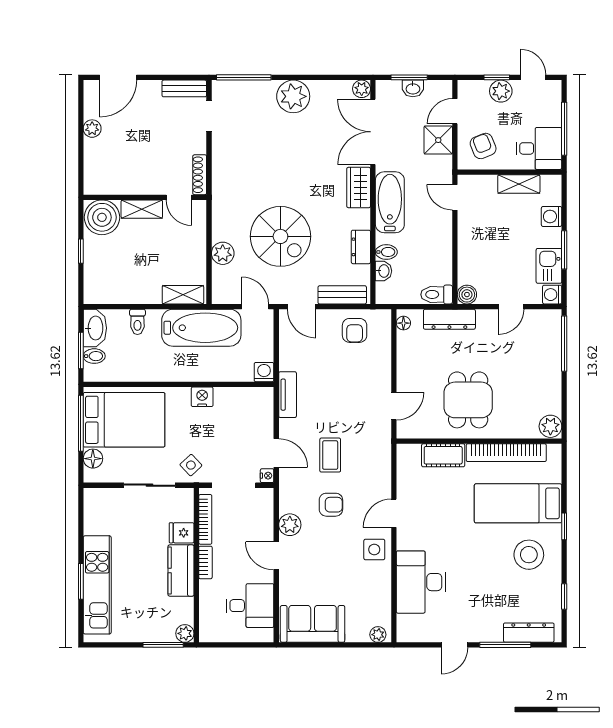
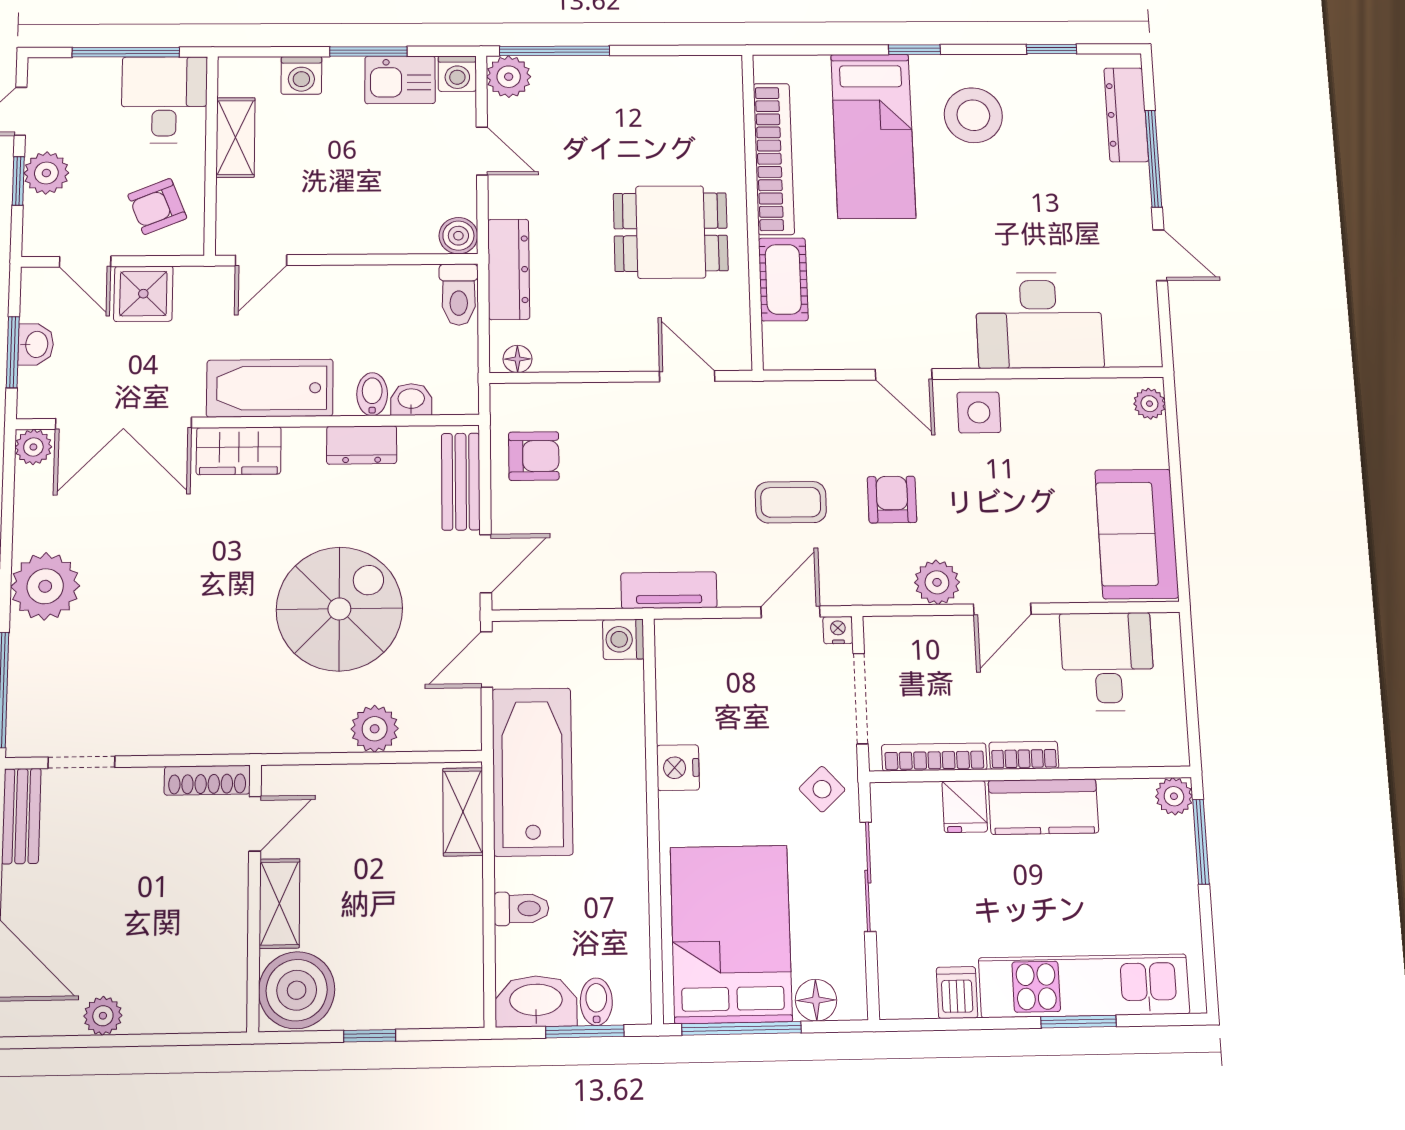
plant: (550, 426) -> (509, 77), moved
dishwasher: (95, 525) -> (957, 993), added

